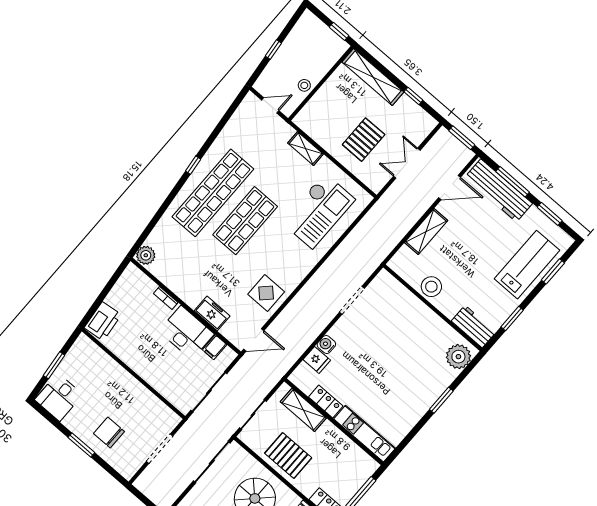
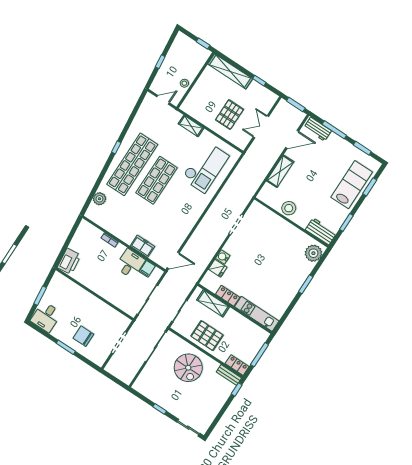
workbench: (499, 190) -> (318, 129), width x0.53, depth x0.76
plant: (146, 255) -> (99, 199), moved
display table: (266, 293) -> (177, 227), removed
desk: (186, 332) -> (130, 264), width x0.73

